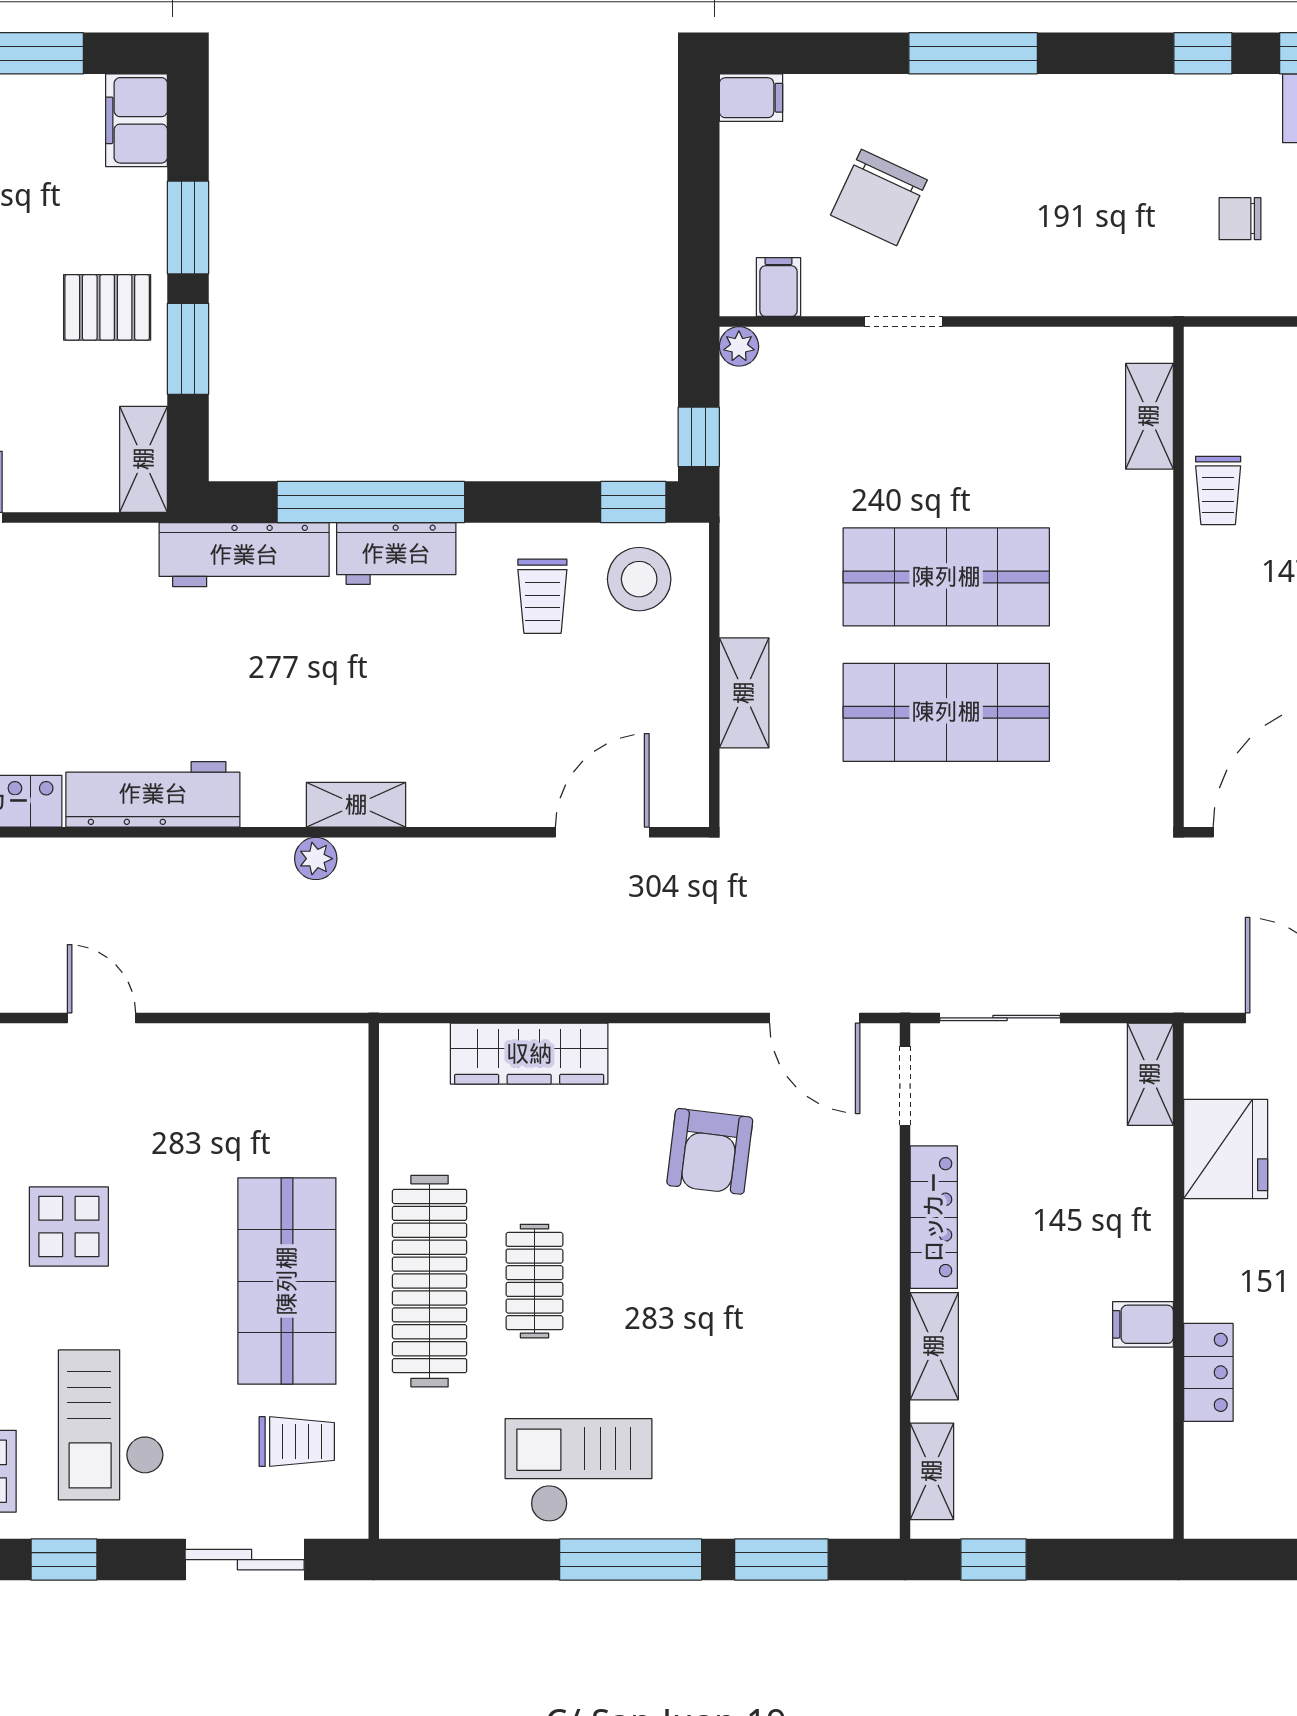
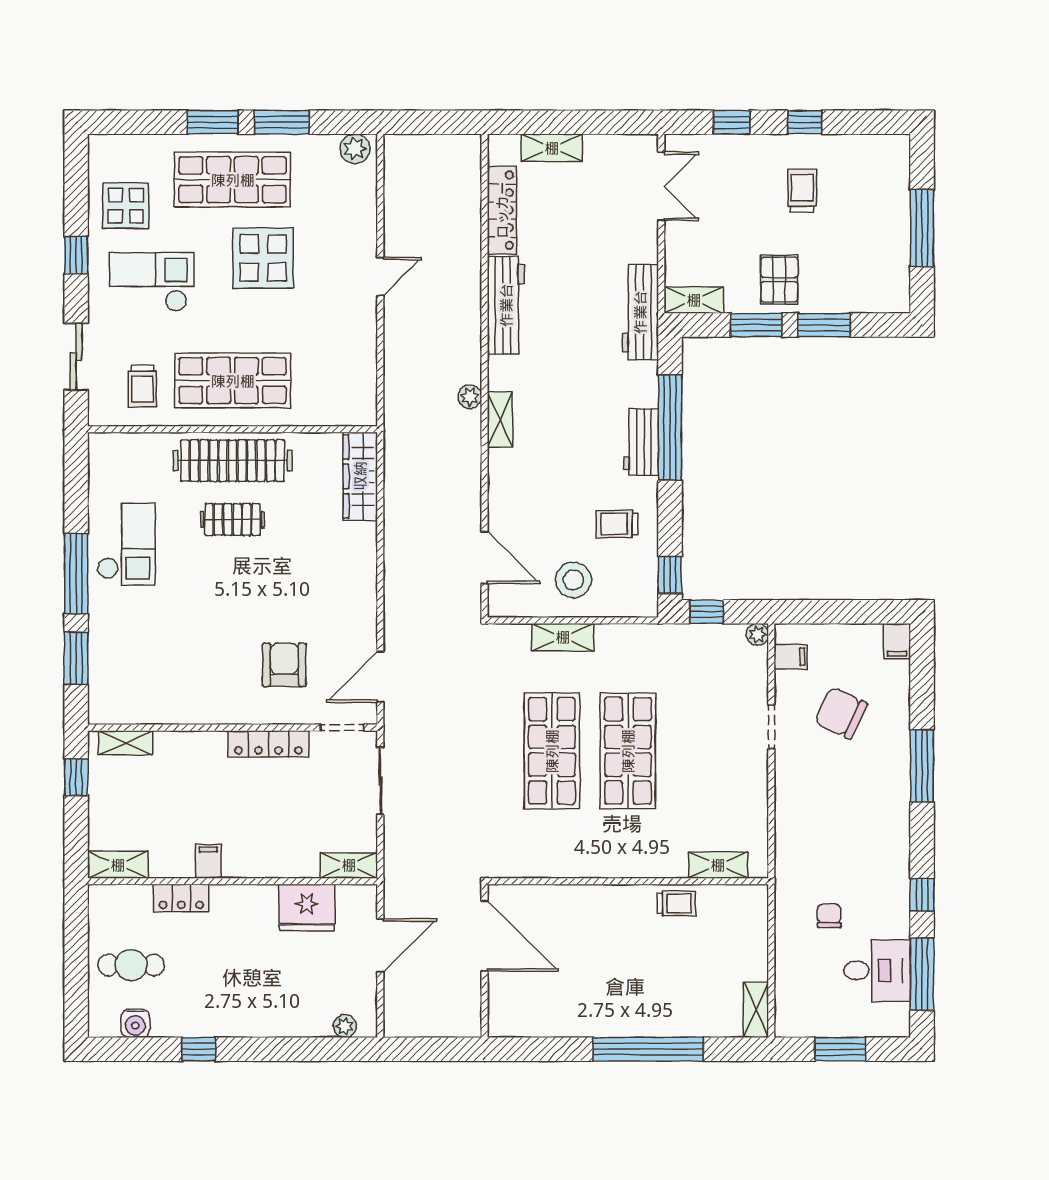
filing cabinet: (136, 120) -> (884, 296), removed
trolley: (1218, 491) -> (676, 903), turned 180
workbench: (244, 555) -> (640, 312), moved
stool: (639, 579) -> (573, 580), moved
wardrobe: (529, 1054) -> (360, 476), moved
armchair: (710, 1151) -> (284, 665), moved, turned 83
display table: (69, 1227) -> (263, 258), width x1.36, depth x1.36
shelving: (934, 1346) -> (118, 865), moved

